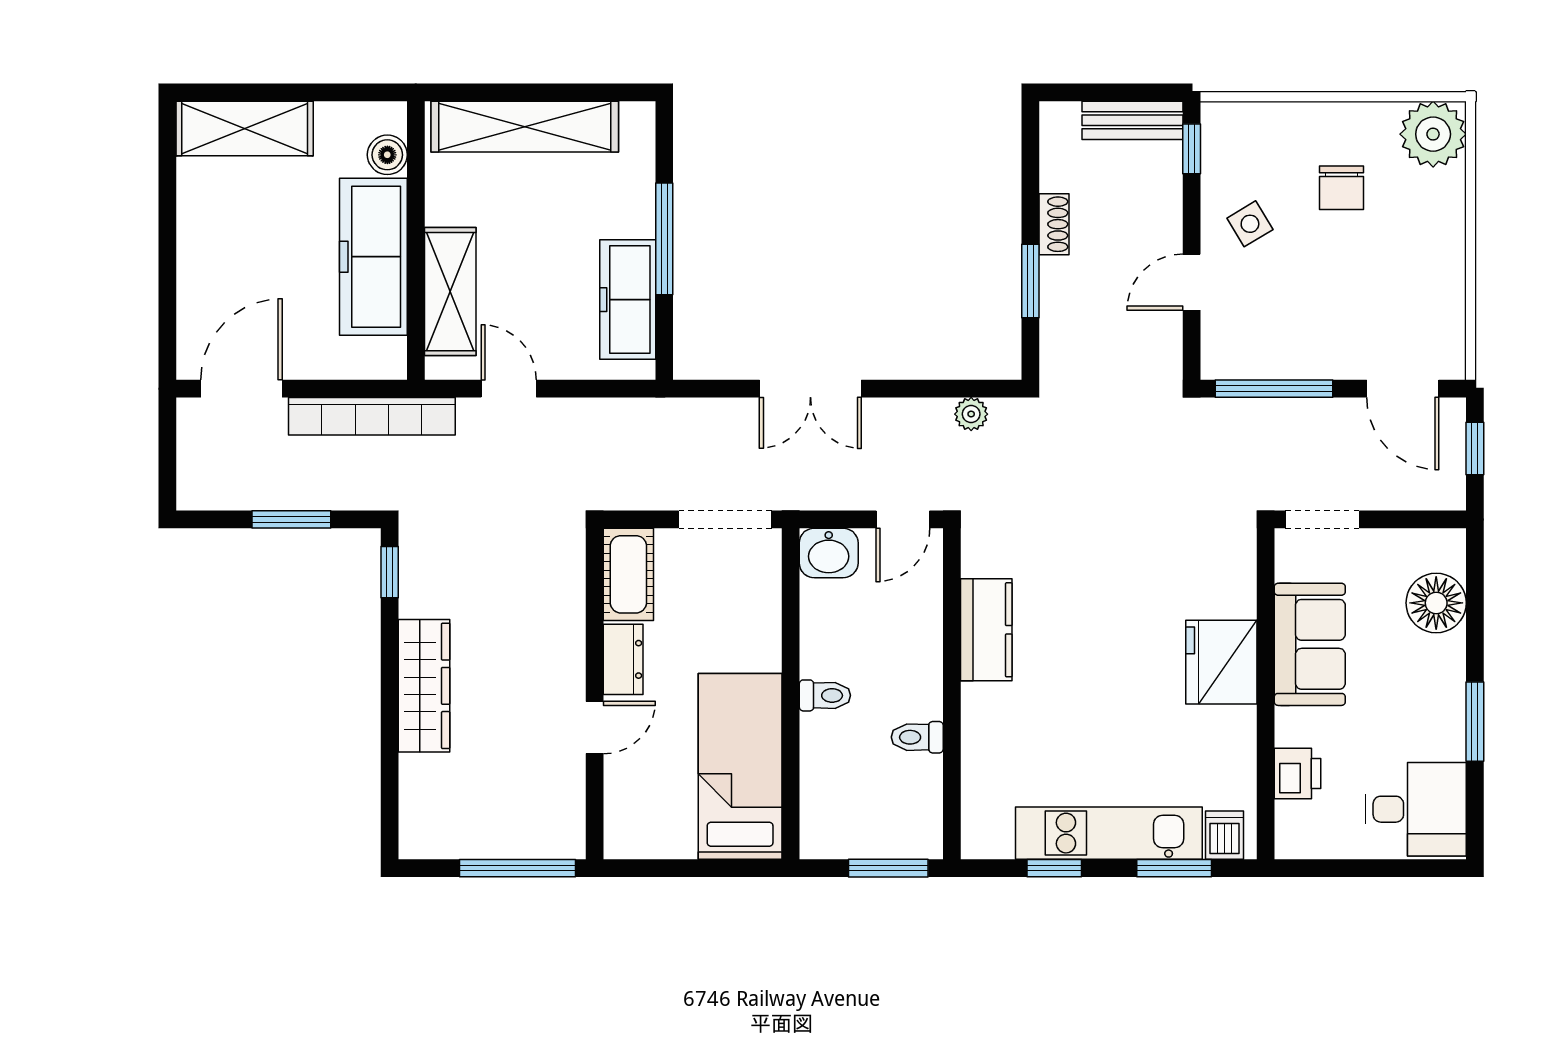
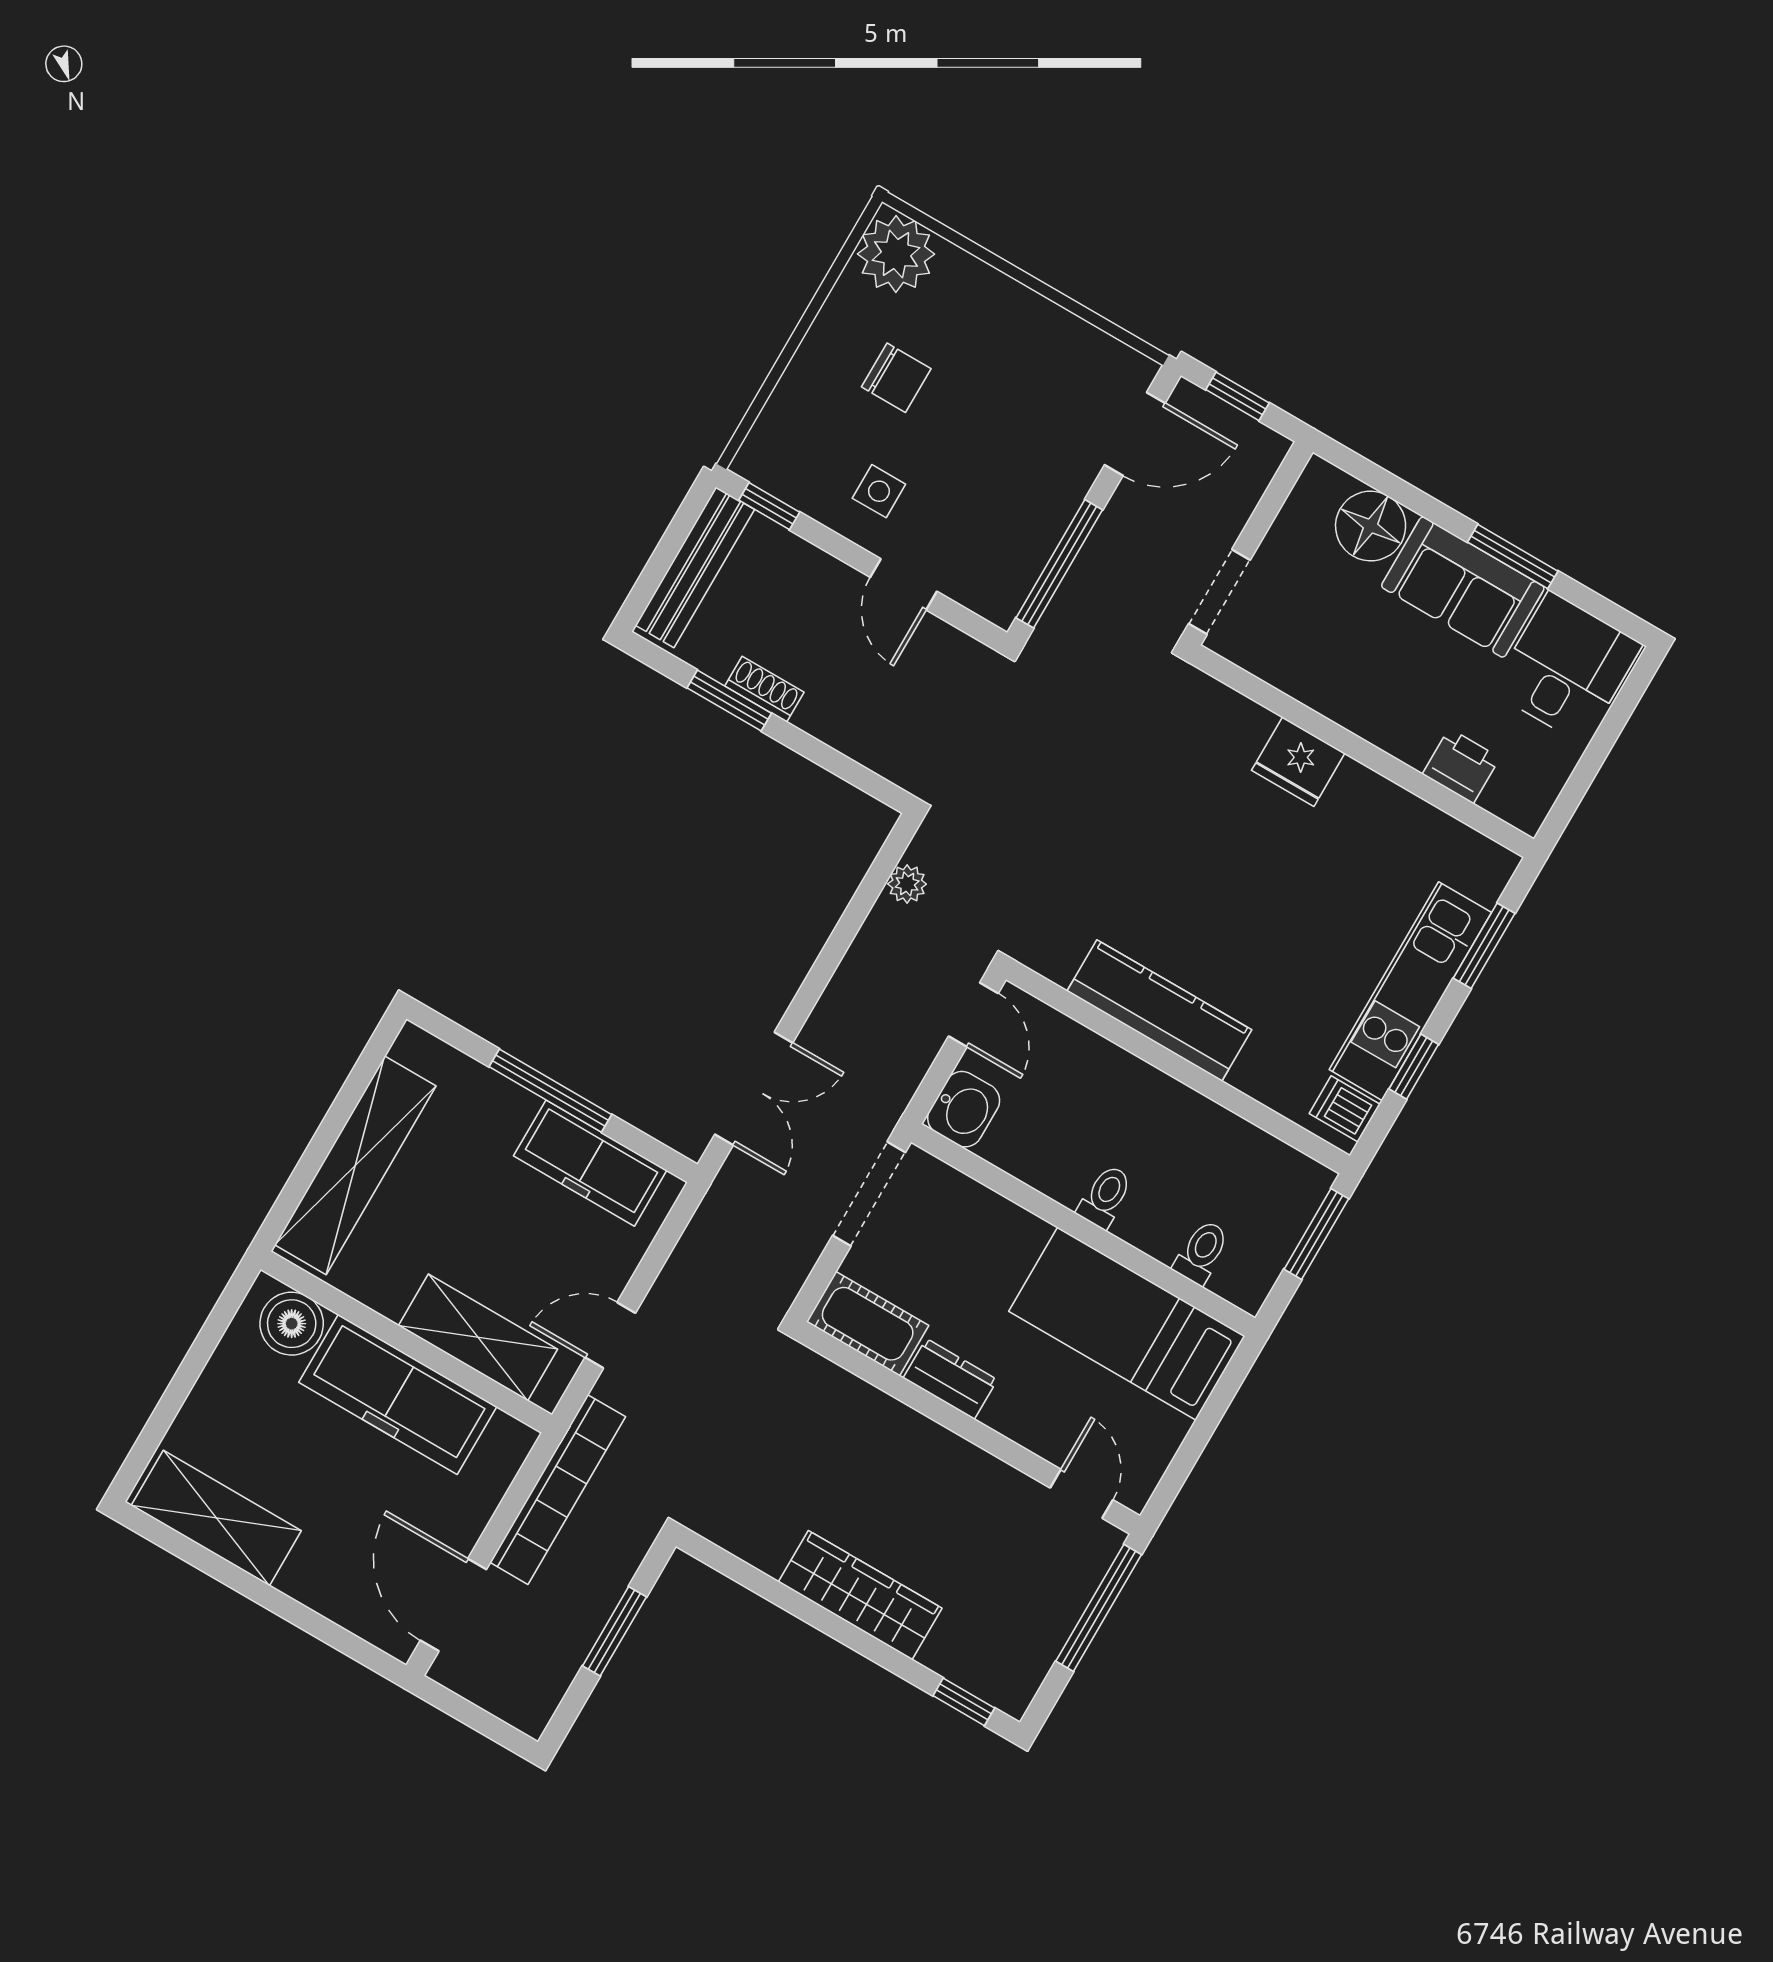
bench: (1132, 120) -> (695, 567), width x1.36
shelving: (245, 128) -> (216, 1518), moved, turned 90
boiler: (387, 155) -> (292, 1324), width x1.36, depth x1.36
side table: (1250, 224) -> (879, 491), turned 31
window: (1030, 281) -> (729, 701), moved
double door: (810, 389) -> (754, 1089), moved
window: (390, 572) -> (964, 1702), moved
kitchen counter: (986, 630) -> (1159, 1010), width x1.50
sofa: (1310, 644) -> (1463, 587), moved, turned 180
fridge: (1221, 662) -> (1298, 762), width x0.73, depth x0.75
door: (595, 728) -> (1082, 1494), moved
toilet: (917, 737) -> (1201, 1252), moved, turned 180
dishwasher: (1225, 835) -> (1345, 1109), moved

